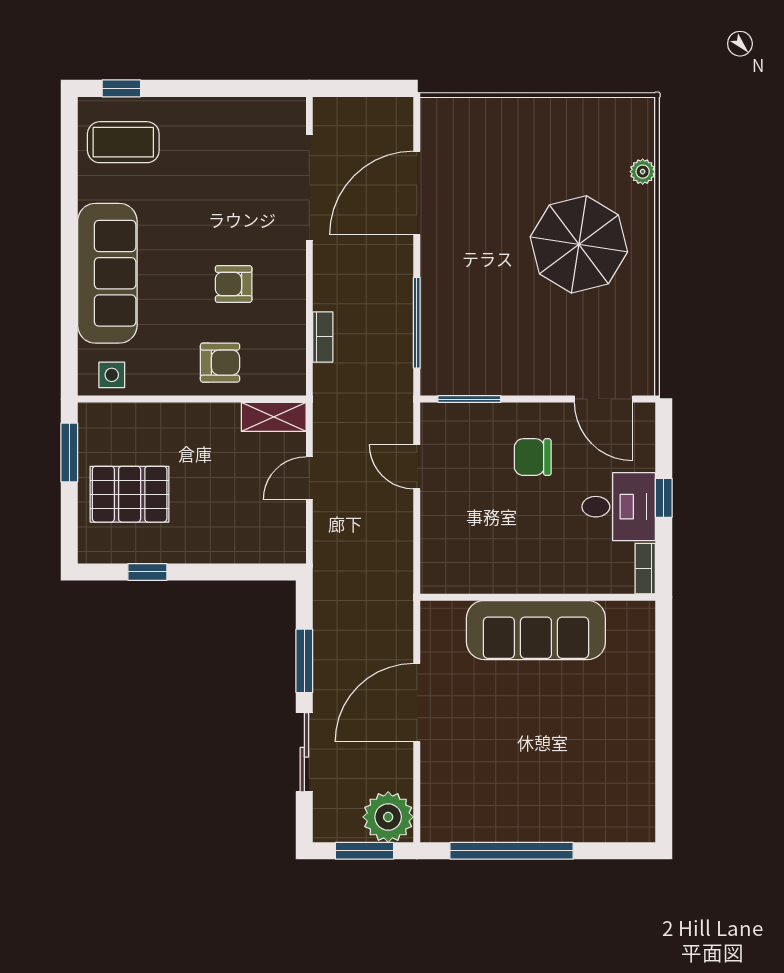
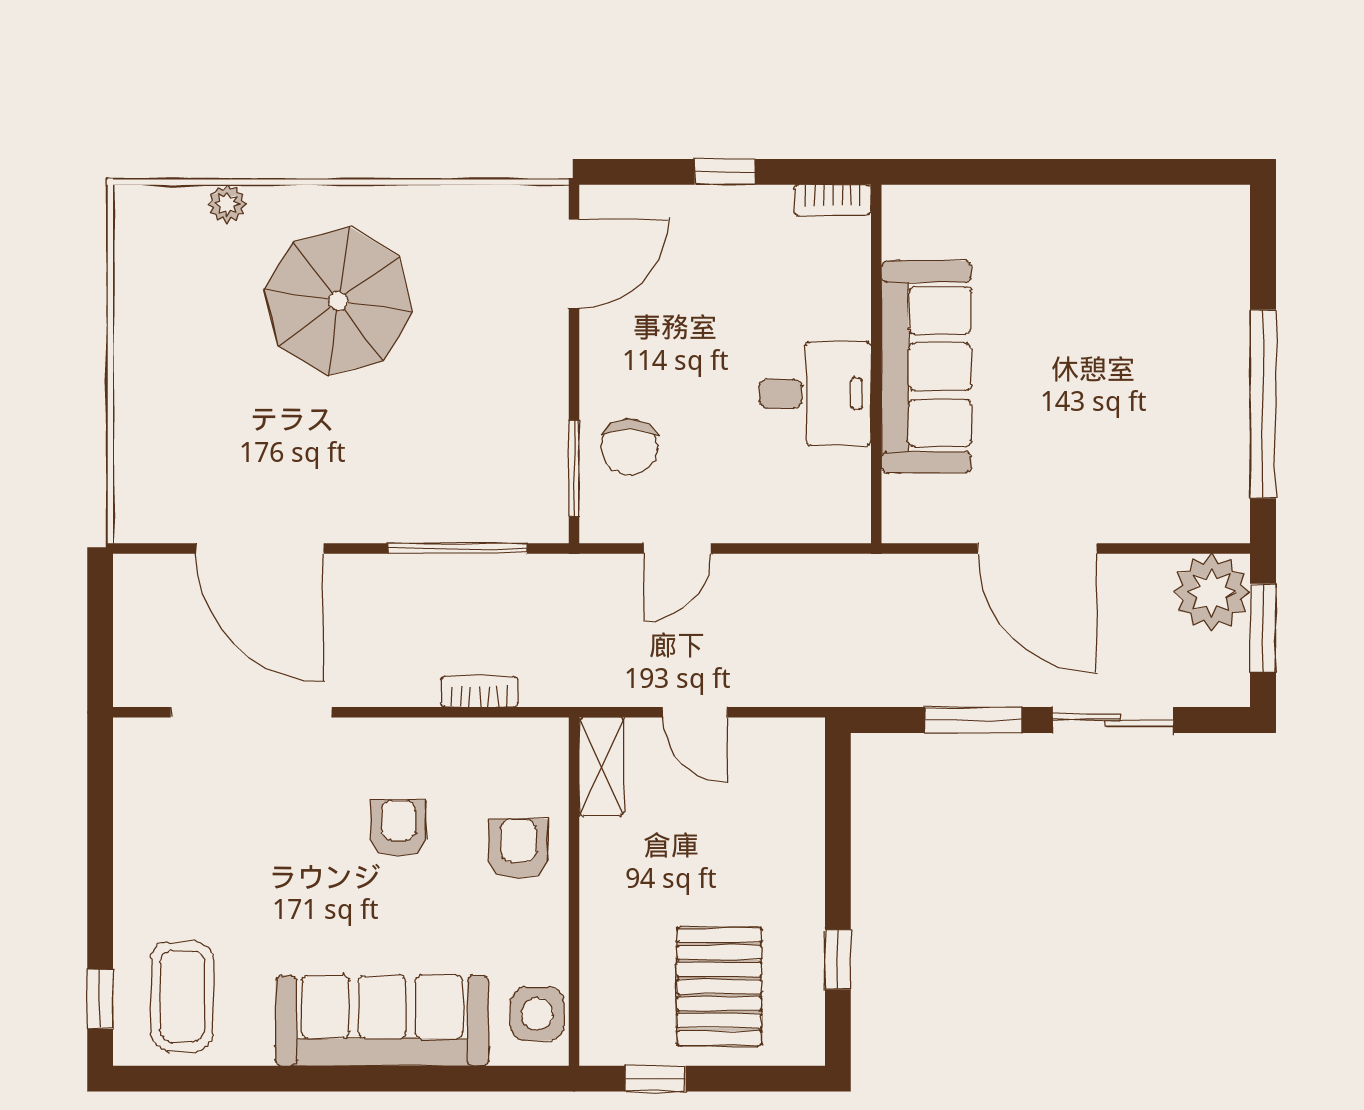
armchair: (234, 284) -> (399, 828), turned 180
side table: (112, 375) -> (537, 1014), width x1.37, depth x1.37
window: (69, 452) -> (656, 1079), width x0.67
chair: (533, 457) -> (629, 447), moved
desk: (619, 507) -> (815, 394), moved, turned 90

